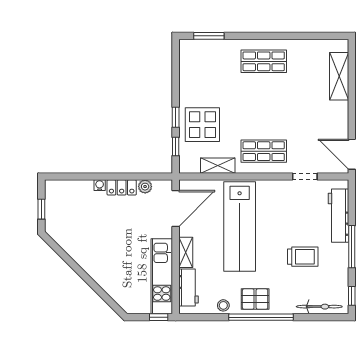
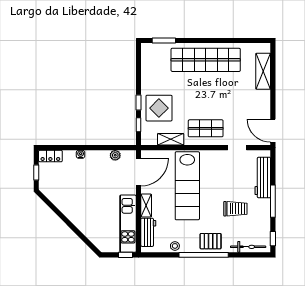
shop shelf: (264, 61) -> (206, 60), width x2.00, depth x1.36
locker: (122, 187) -> (50, 156), moved
pallet: (255, 299) -> (211, 241), moved

